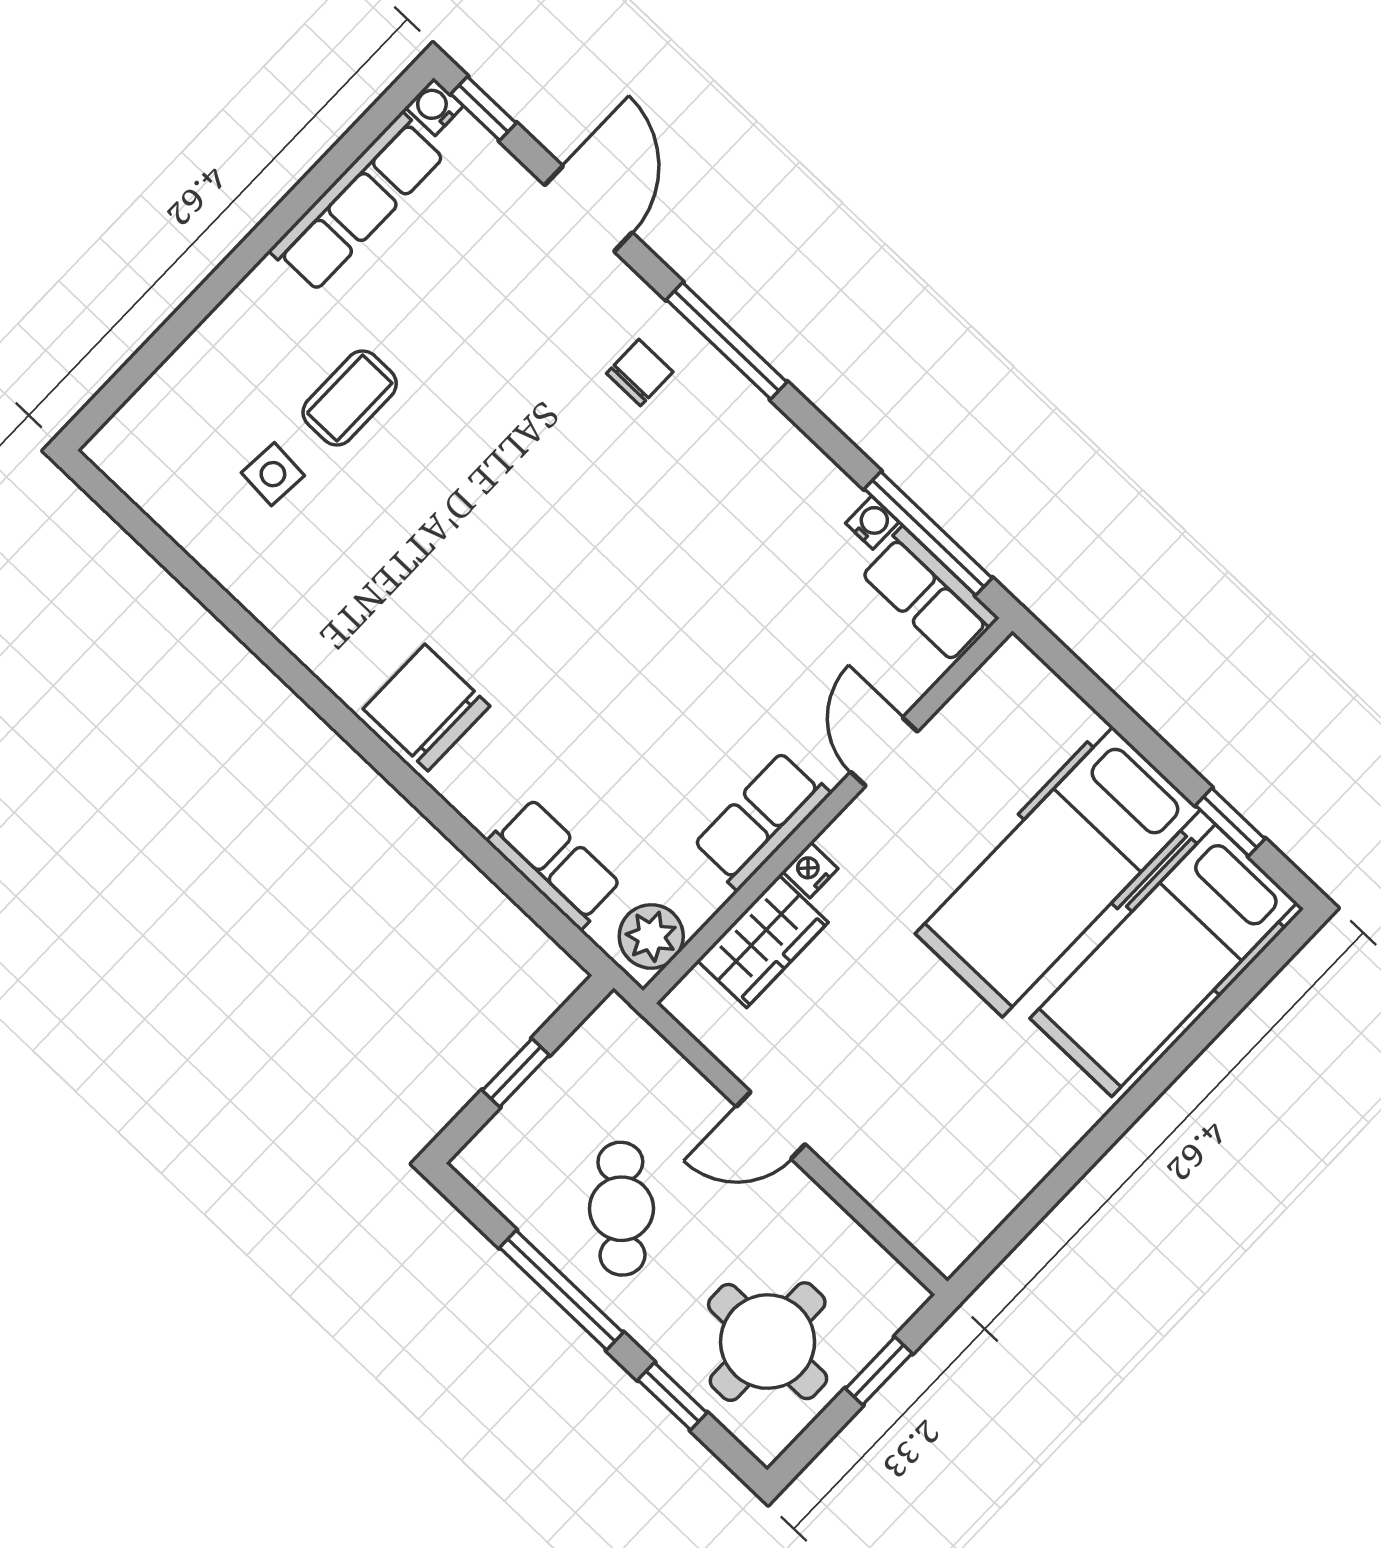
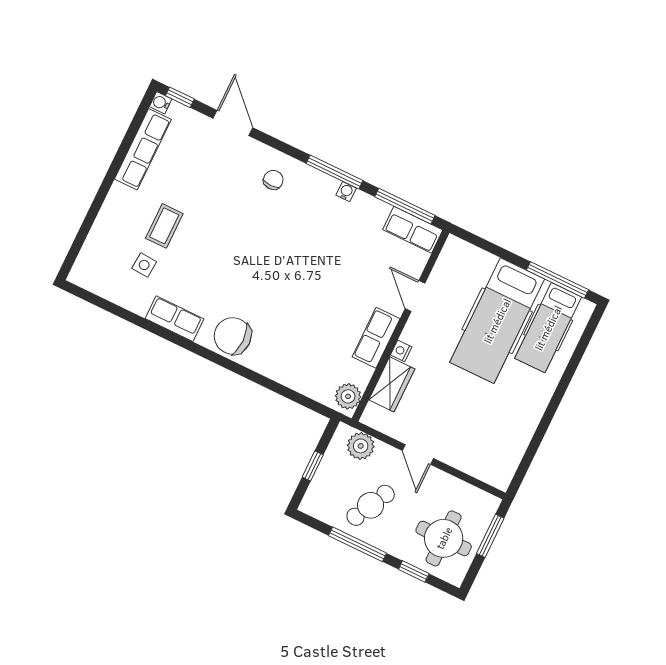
window: (727, 341) -> (334, 172), moved
water cooler: (872, 523) -> (346, 192), moved
window: (1230, 822) -> (558, 280), width x2.17
row of seats: (555, 863) -> (174, 319), moved
hospital bed: (1164, 960) -> (548, 328), width x0.73, depth x0.78
plant: (643, 1062) -> (361, 446), added
door: (771, 1125) -> (418, 454), hinge flipped
cafe table: (621, 1209) -> (371, 505), turned 72
window: (879, 1371) -> (490, 536), width x1.50

